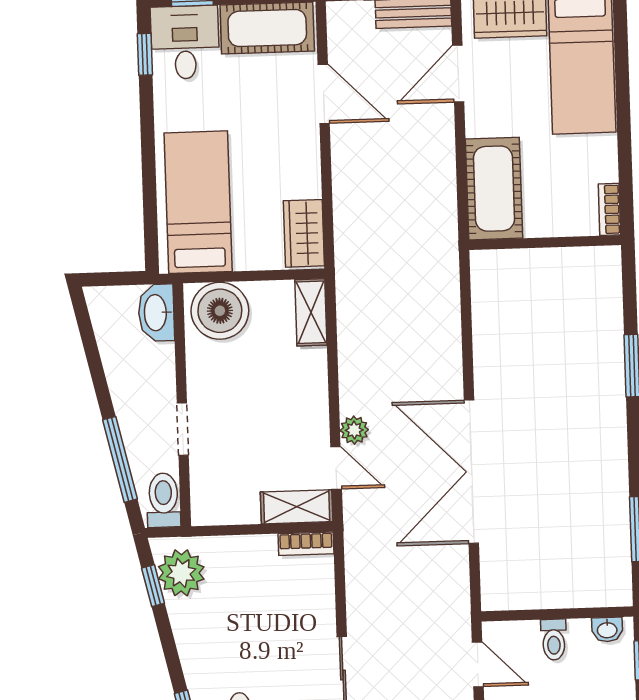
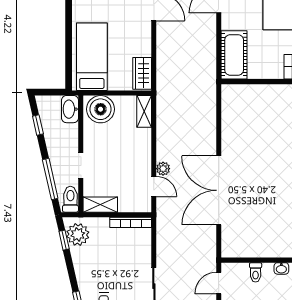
window: (91, 348) -> (38, 125), added
shelving: (297, 507) -> (100, 205), moved
bookcase: (306, 544) -> (131, 222), width x1.56
door: (478, 664) -> (219, 283), swing flipped

